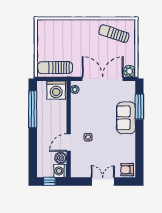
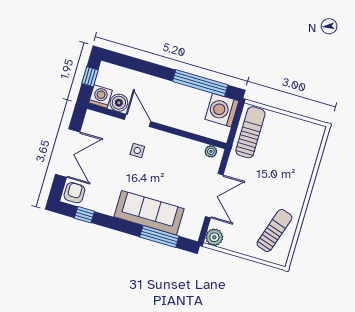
double door: (103, 79) -> (214, 196), width x0.73
washing machine: (56, 90) -> (222, 110), moved
sofa: (126, 118) -> (149, 213), width x1.36
window: (139, 159) -> (84, 215), added
double door: (103, 181) -> (68, 153), width x1.37

